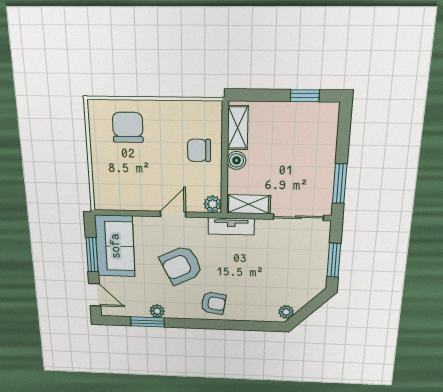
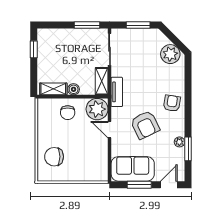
plant: (213, 204) -> (97, 109), width x1.87, depth x1.87
plant: (286, 312) -> (170, 54), width x1.87, depth x1.87

